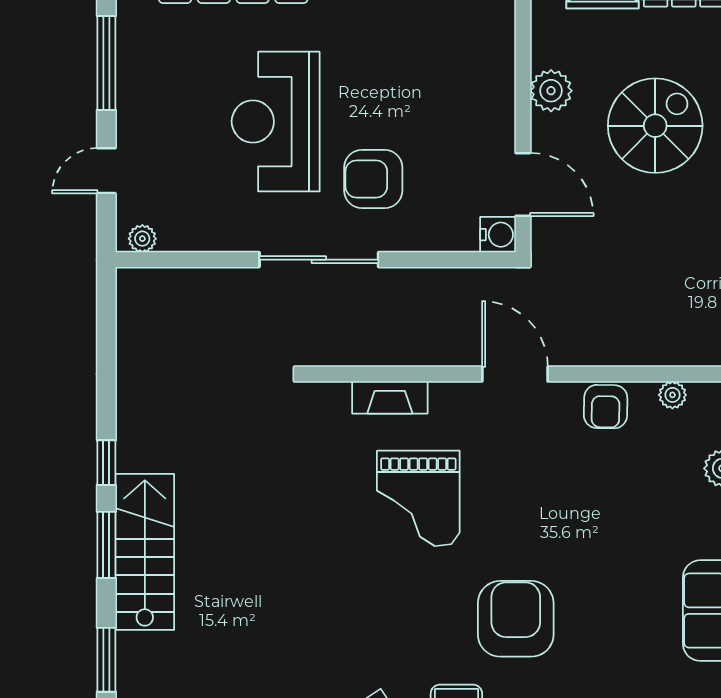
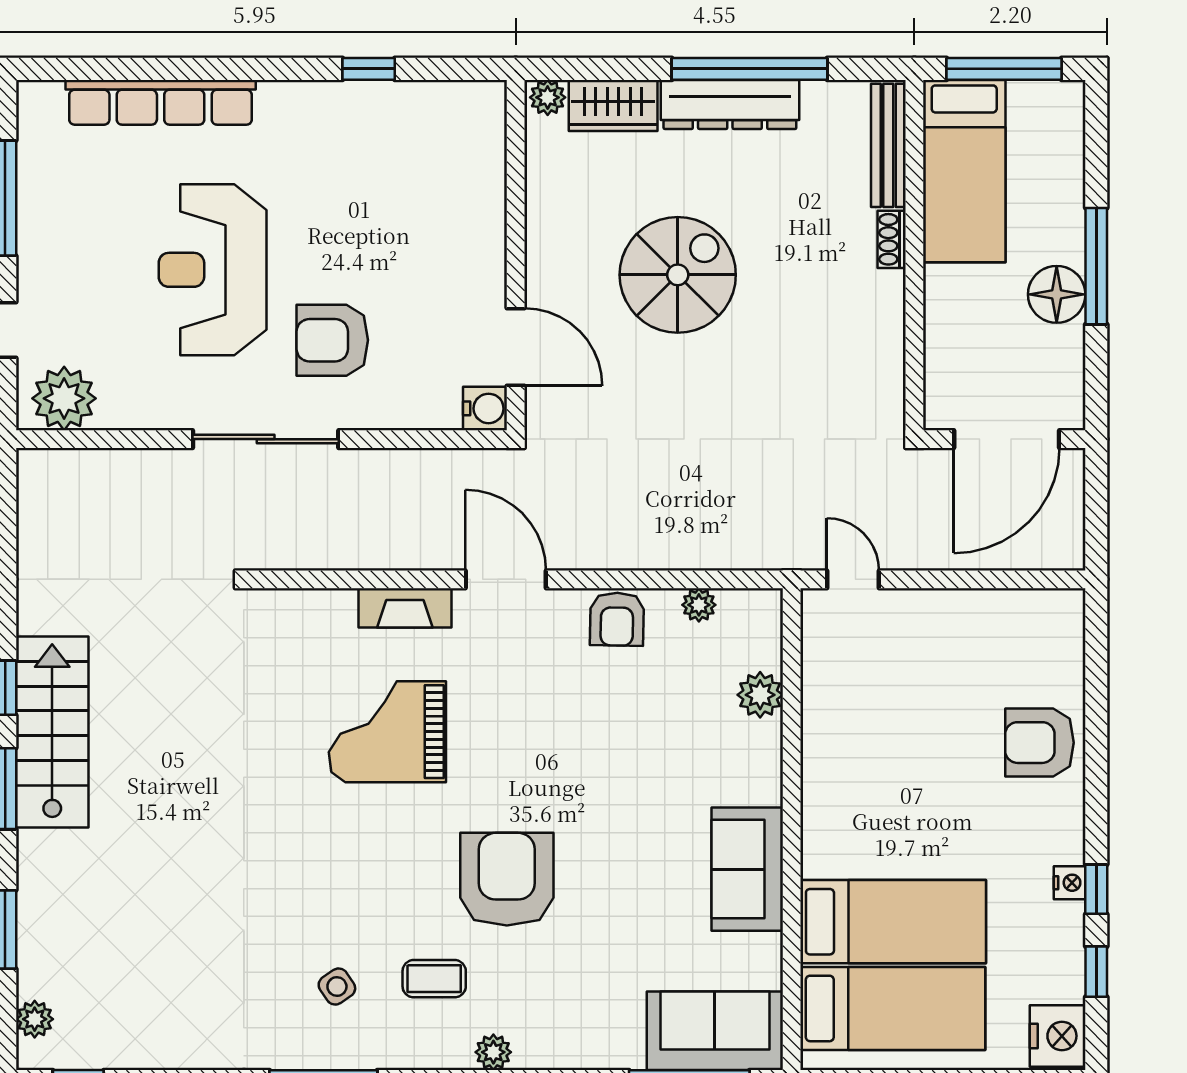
plant: (551, 91) -> (550, 232), removed
plant: (142, 239) -> (64, 398), width x1.87, depth x1.87
fireplace: (390, 397) -> (405, 608), moved
grand piano: (418, 498) -> (387, 732), turned 90
stairs: (145, 552) -> (52, 732), moved

